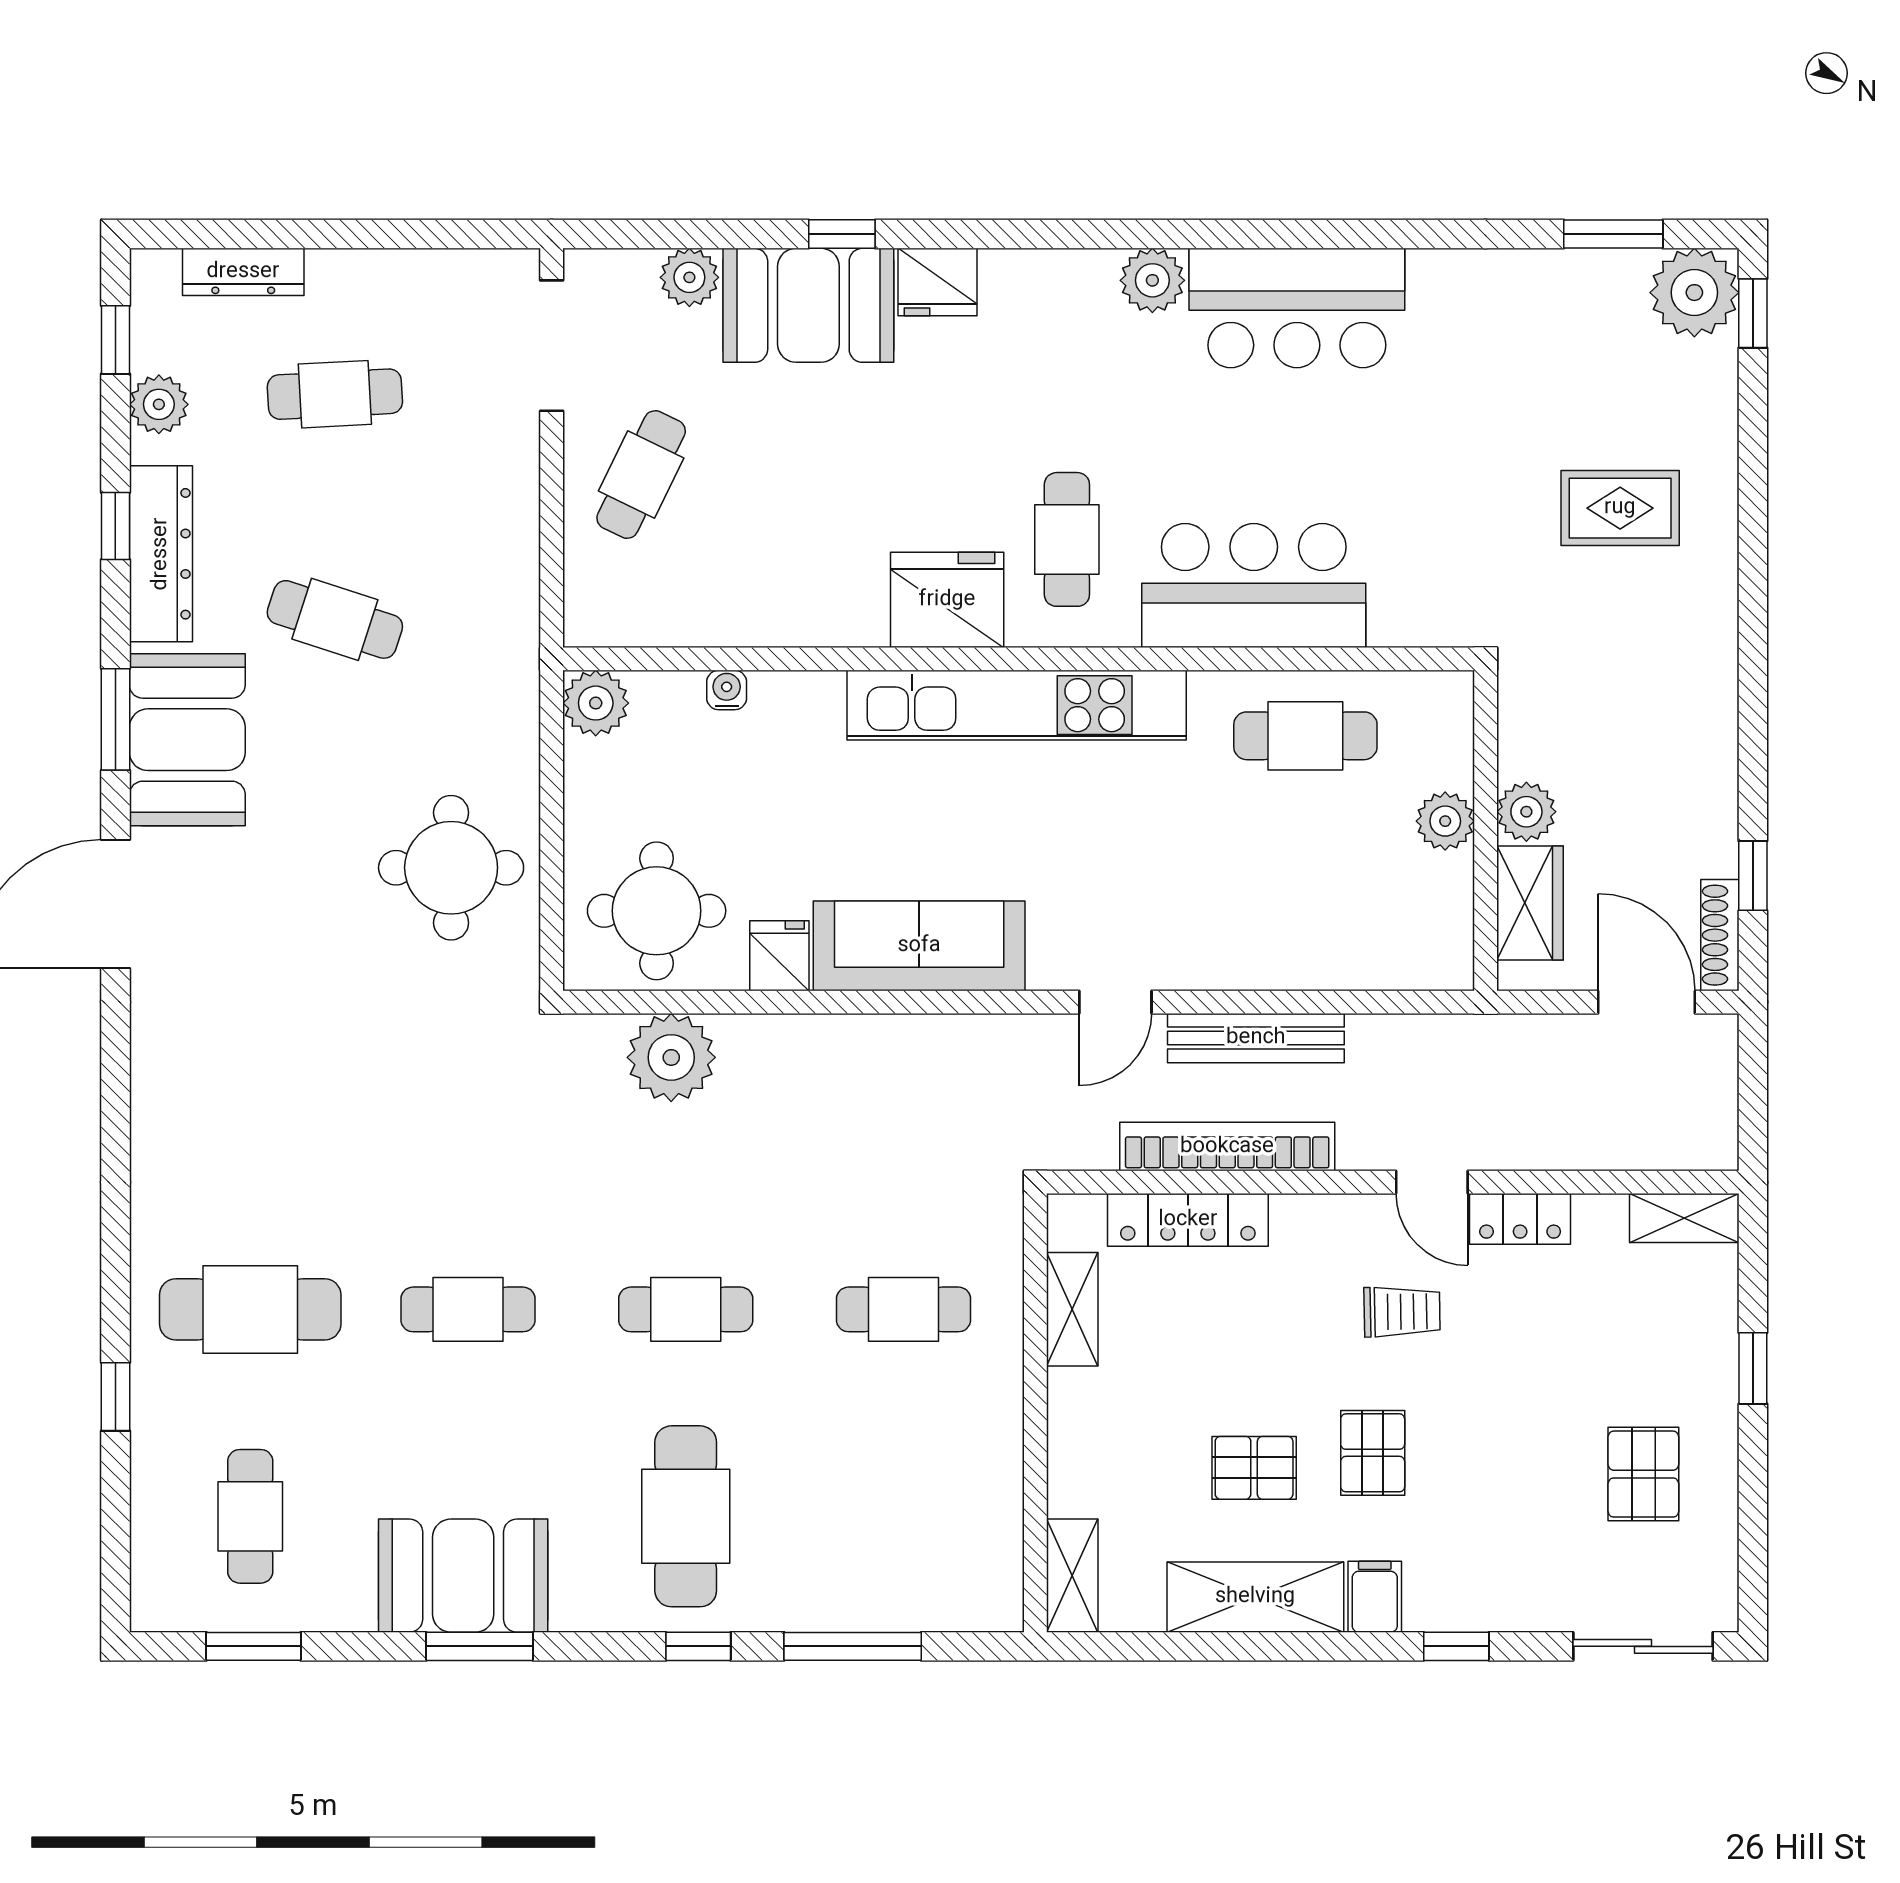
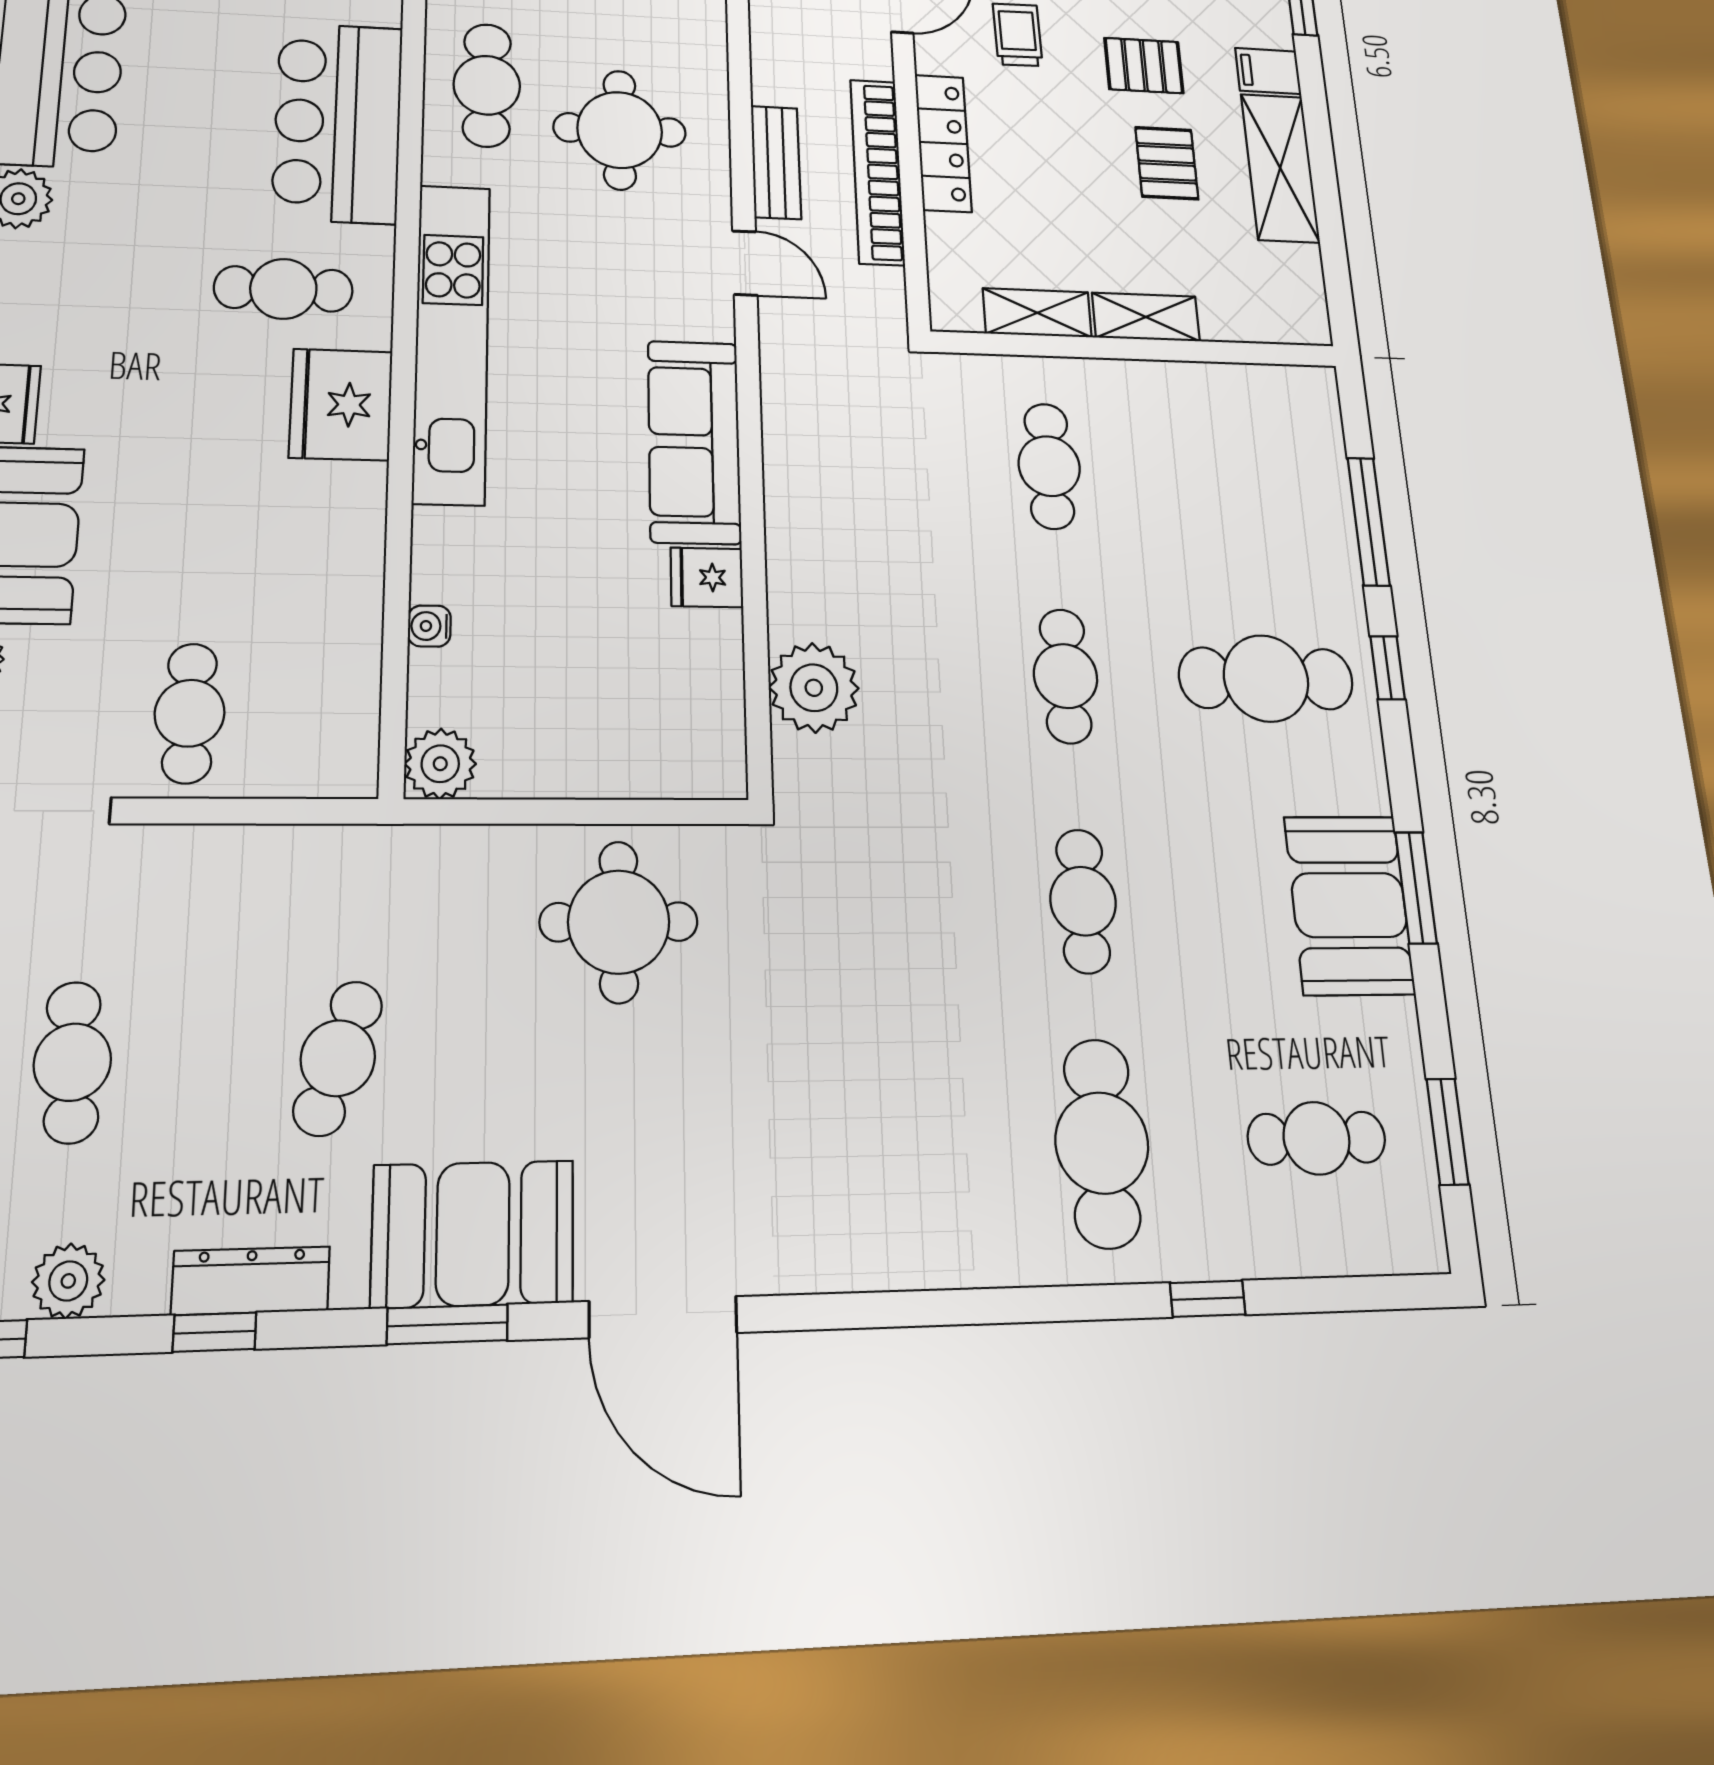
cafe table: (641, 475) -> (190, 713), turned 64
dresser: (161, 554) -> (251, 1281), width x0.73, depth x0.80
round table: (657, 911) -> (620, 130), moved
bench: (1256, 1038) -> (776, 162), width x0.73
locker: (1188, 1220) -> (943, 143), moved
shelving: (1072, 1576) -> (1146, 317), moved

